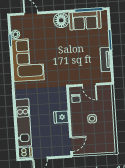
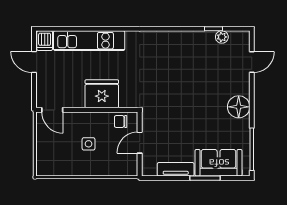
sofa: (85, 20) -> (219, 163), moved, turned 90
corner sofa: (28, 60) -> (183, 53), removed
fridge: (61, 117) -> (102, 94), width x1.88, depth x1.34

